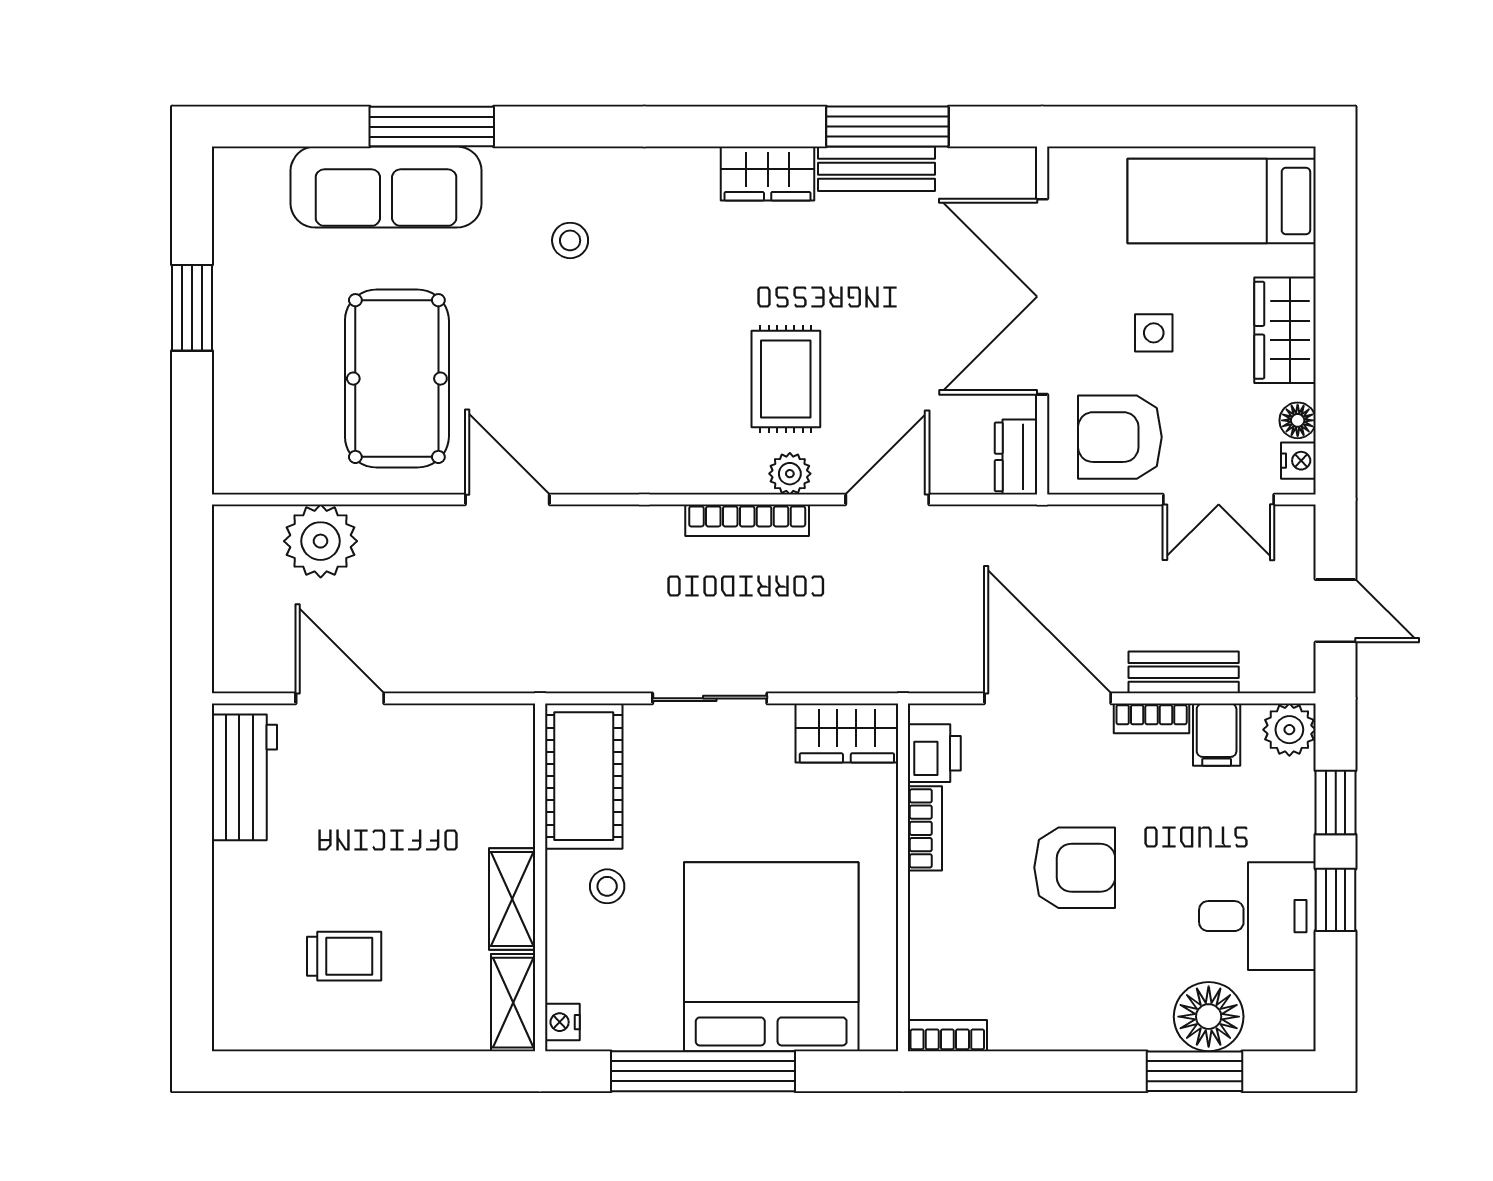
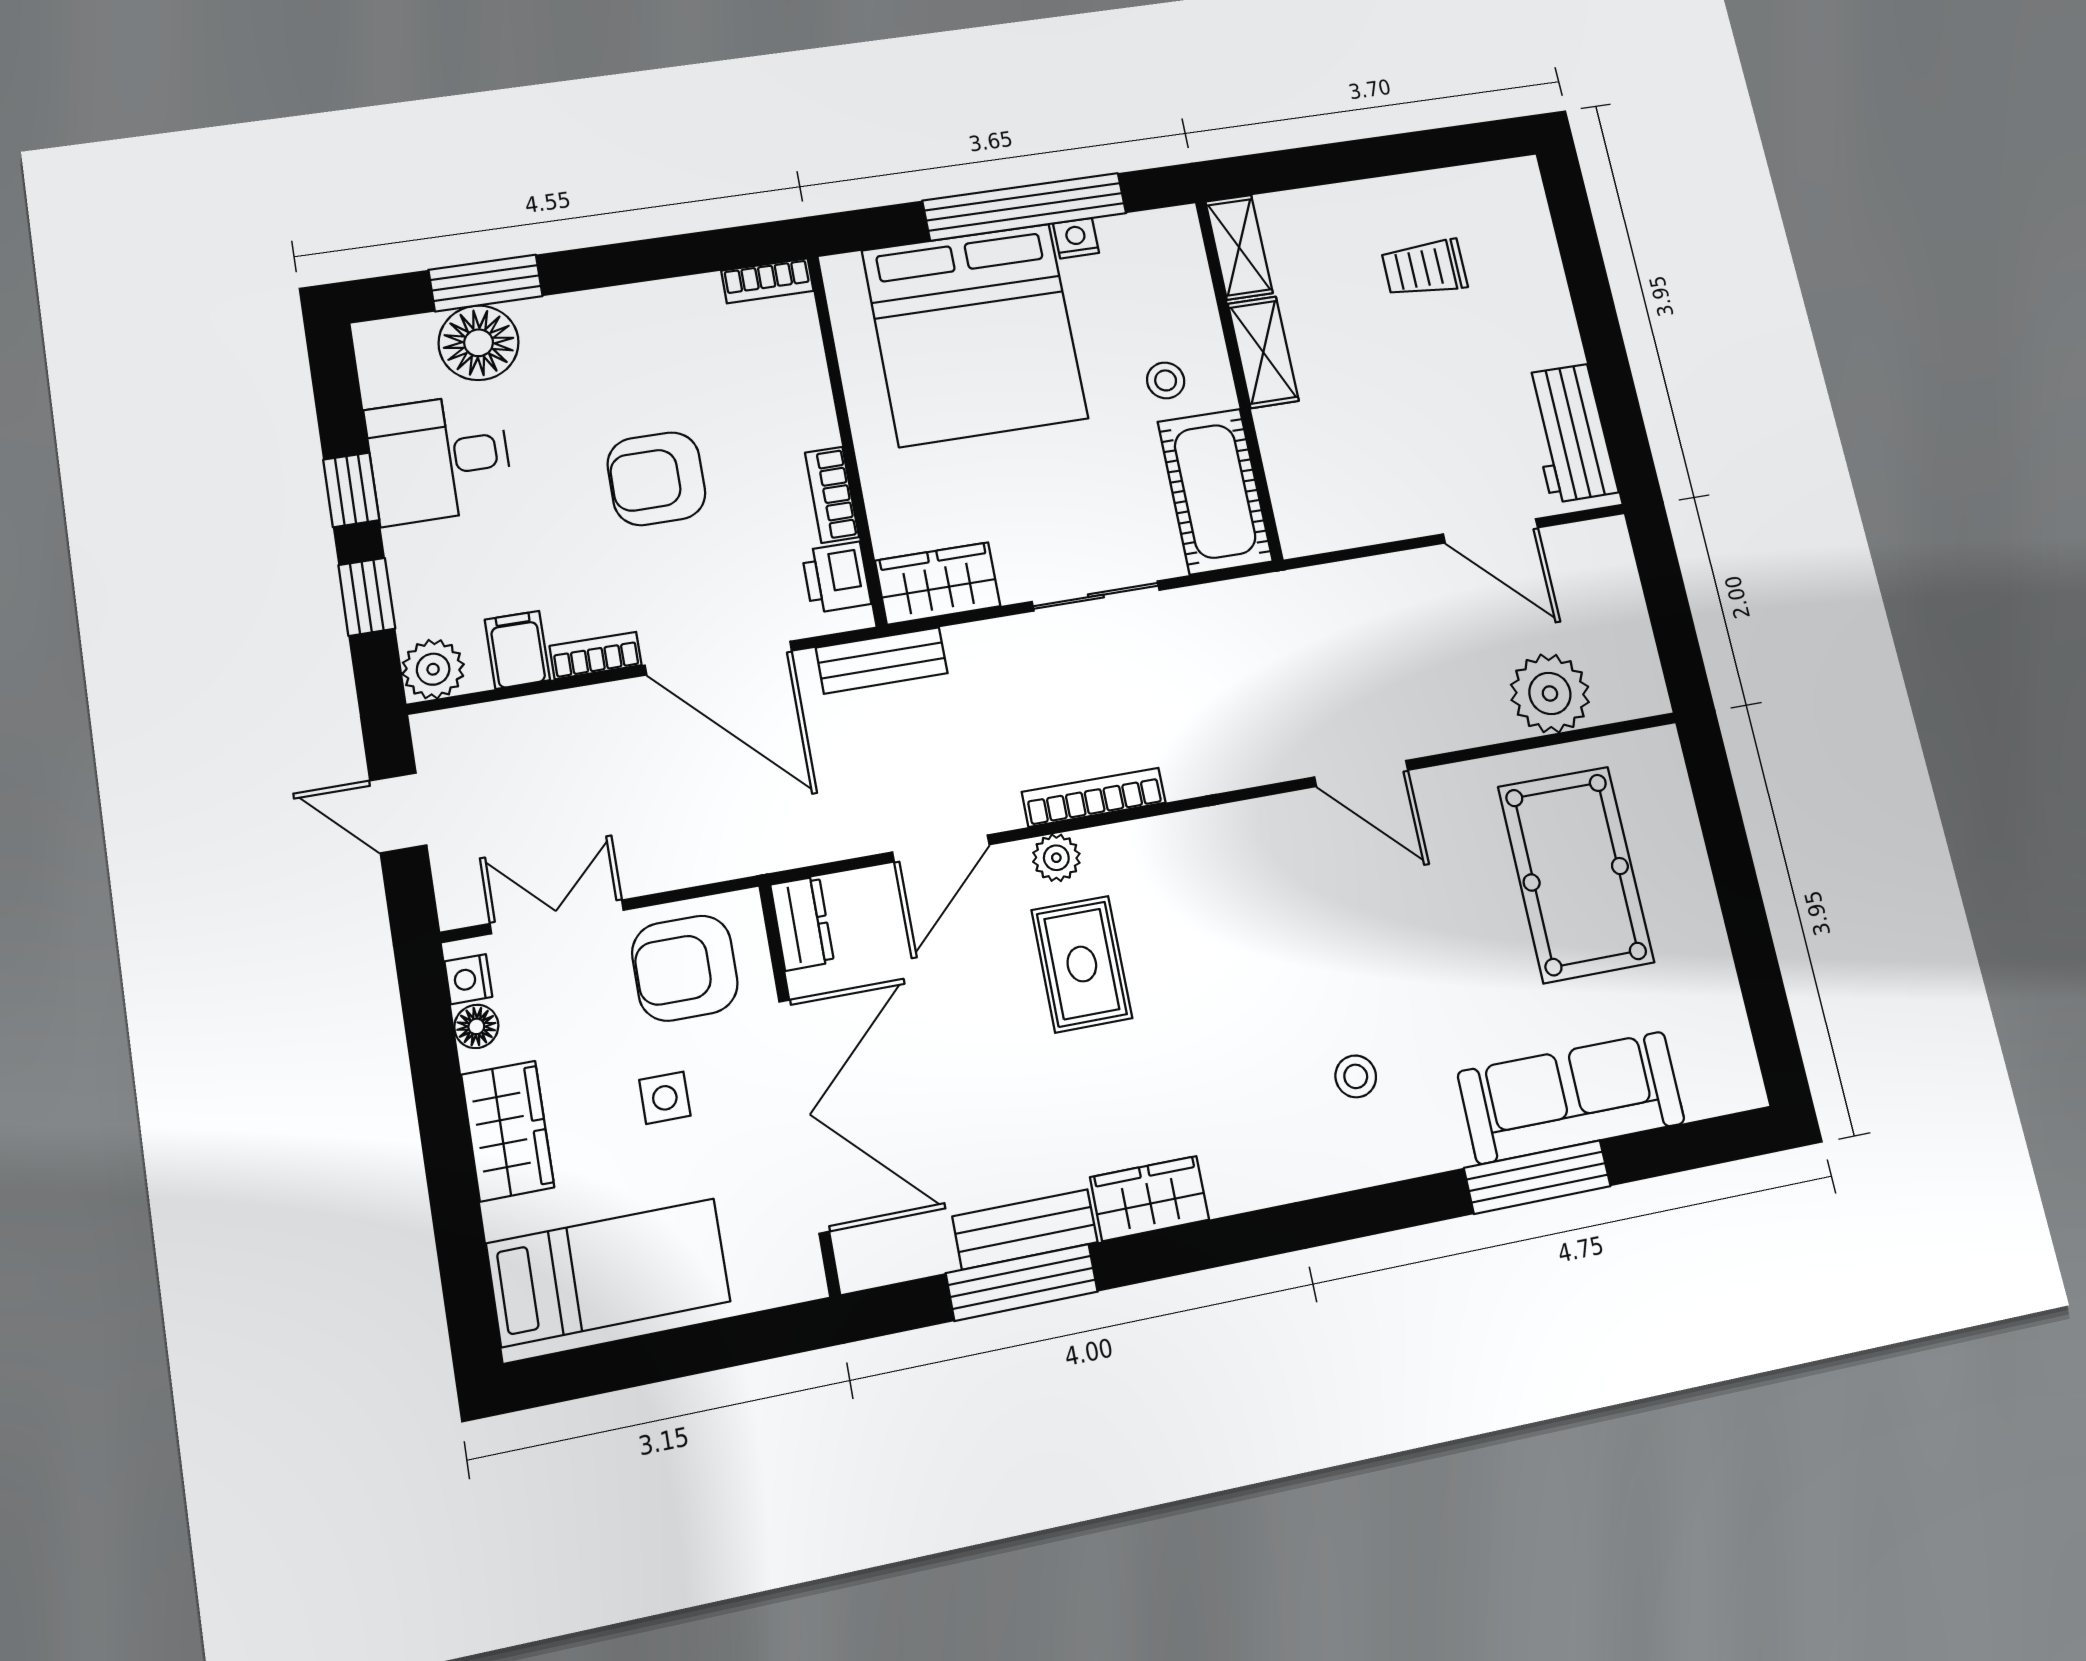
window: (192, 308) -> (1746, 922), removed
pool table: (397, 379) -> (1576, 874), moved
armchair: (1120, 437) -> (685, 968), turned 180
bench: (1184, 672) -> (882, 660), moved
nightstand: (562, 1022) -> (1076, 238), moved, turned -90

